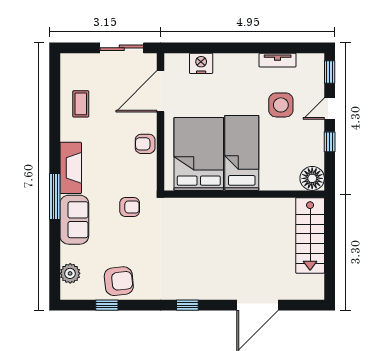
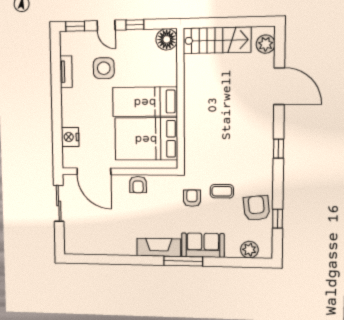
coffee table: (81, 104) -> (222, 191), moved
plant: (305, 289) -> (266, 44), added

